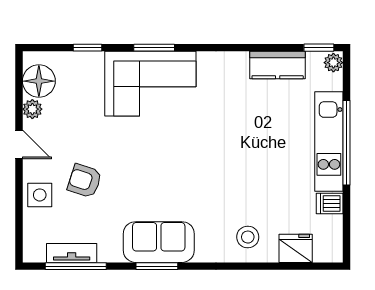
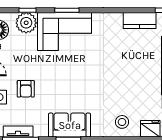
plant: (85, 69) -> (26, 23), added
armchair: (85, 181) -> (26, 89), turned -108

